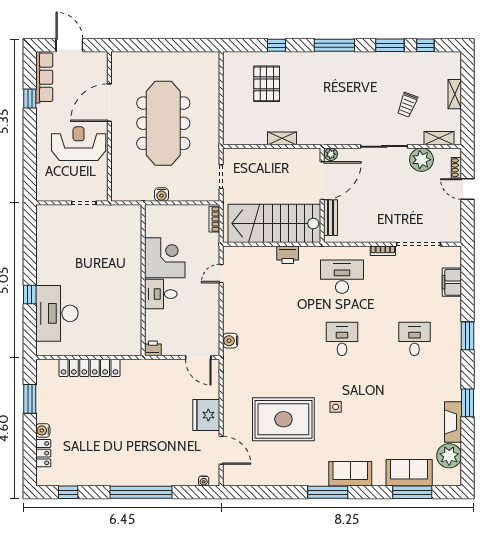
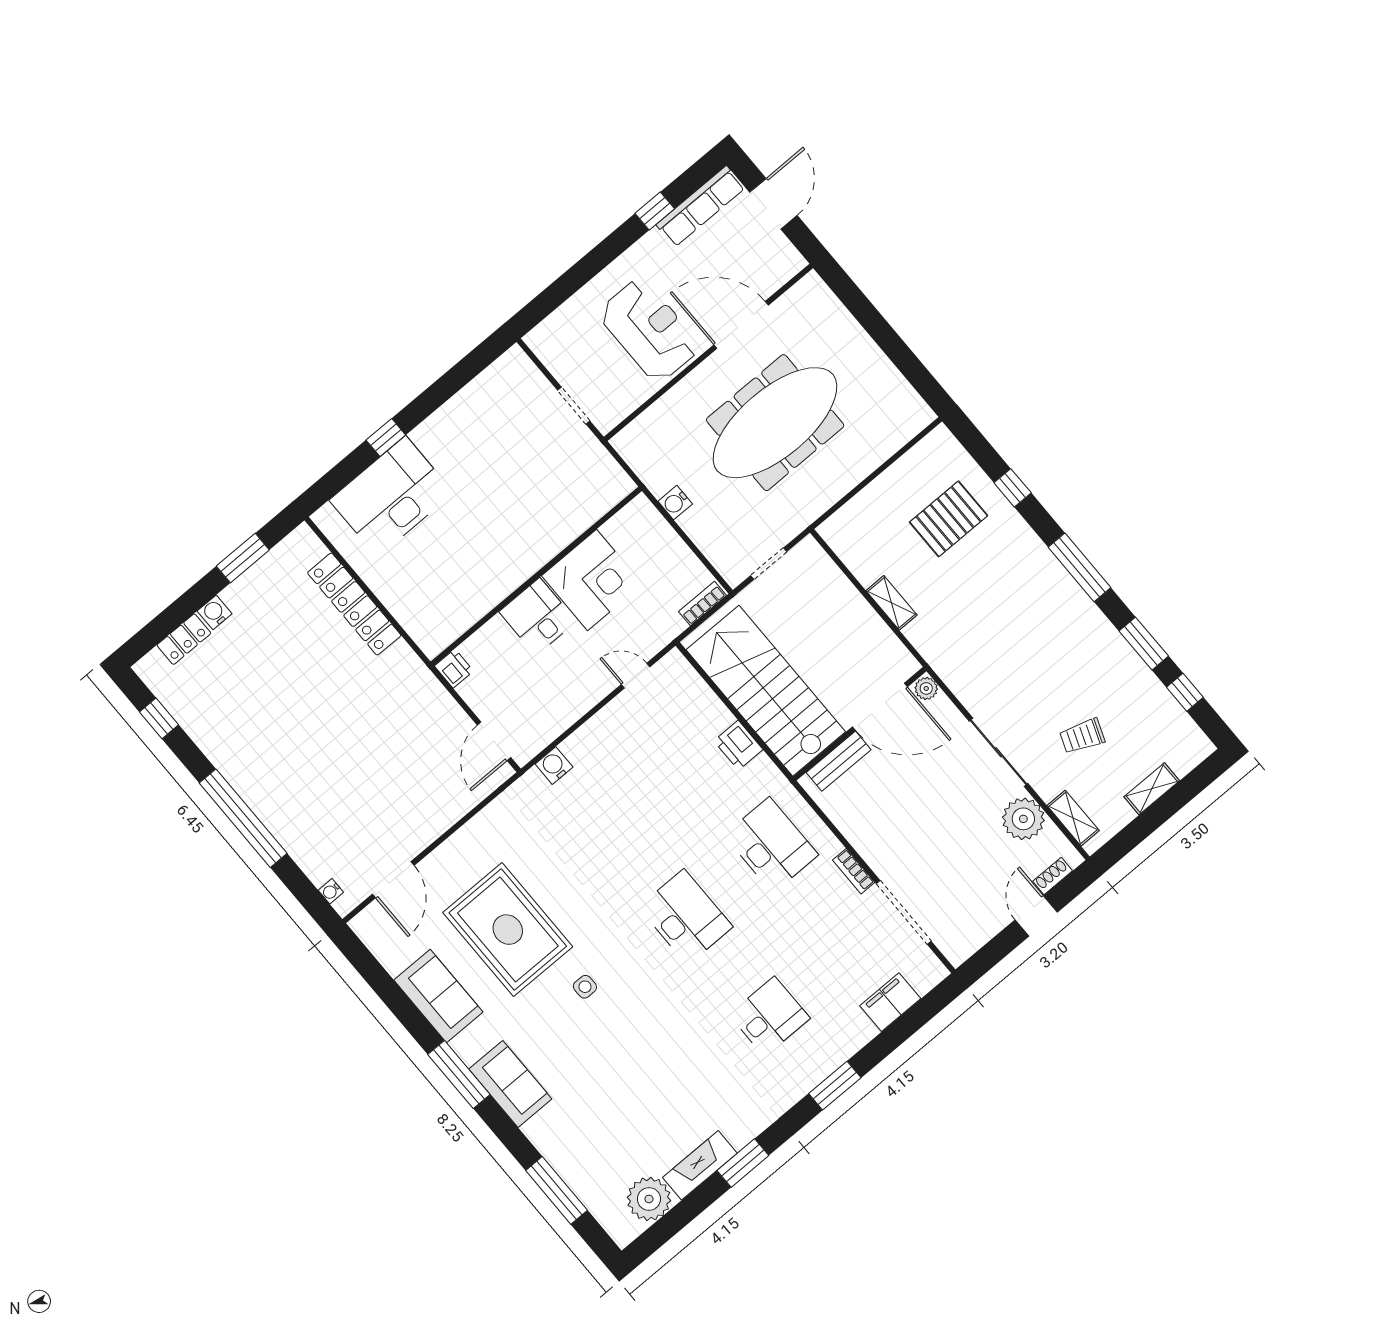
desk: (342, 339) -> (686, 917), width x1.37
fridge: (206, 415) -> (424, 819), removed
sofa: (409, 473) -> (438, 996), moved

